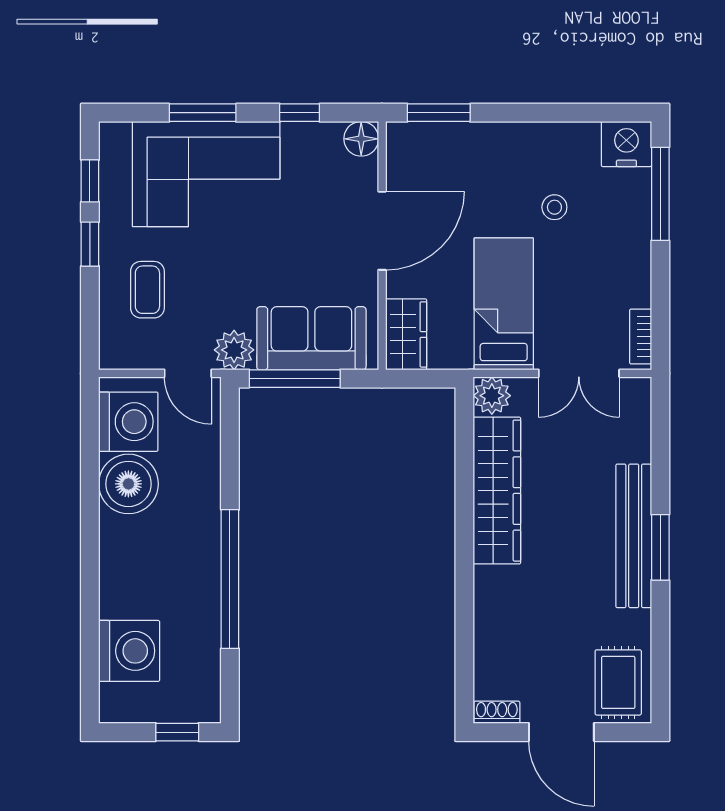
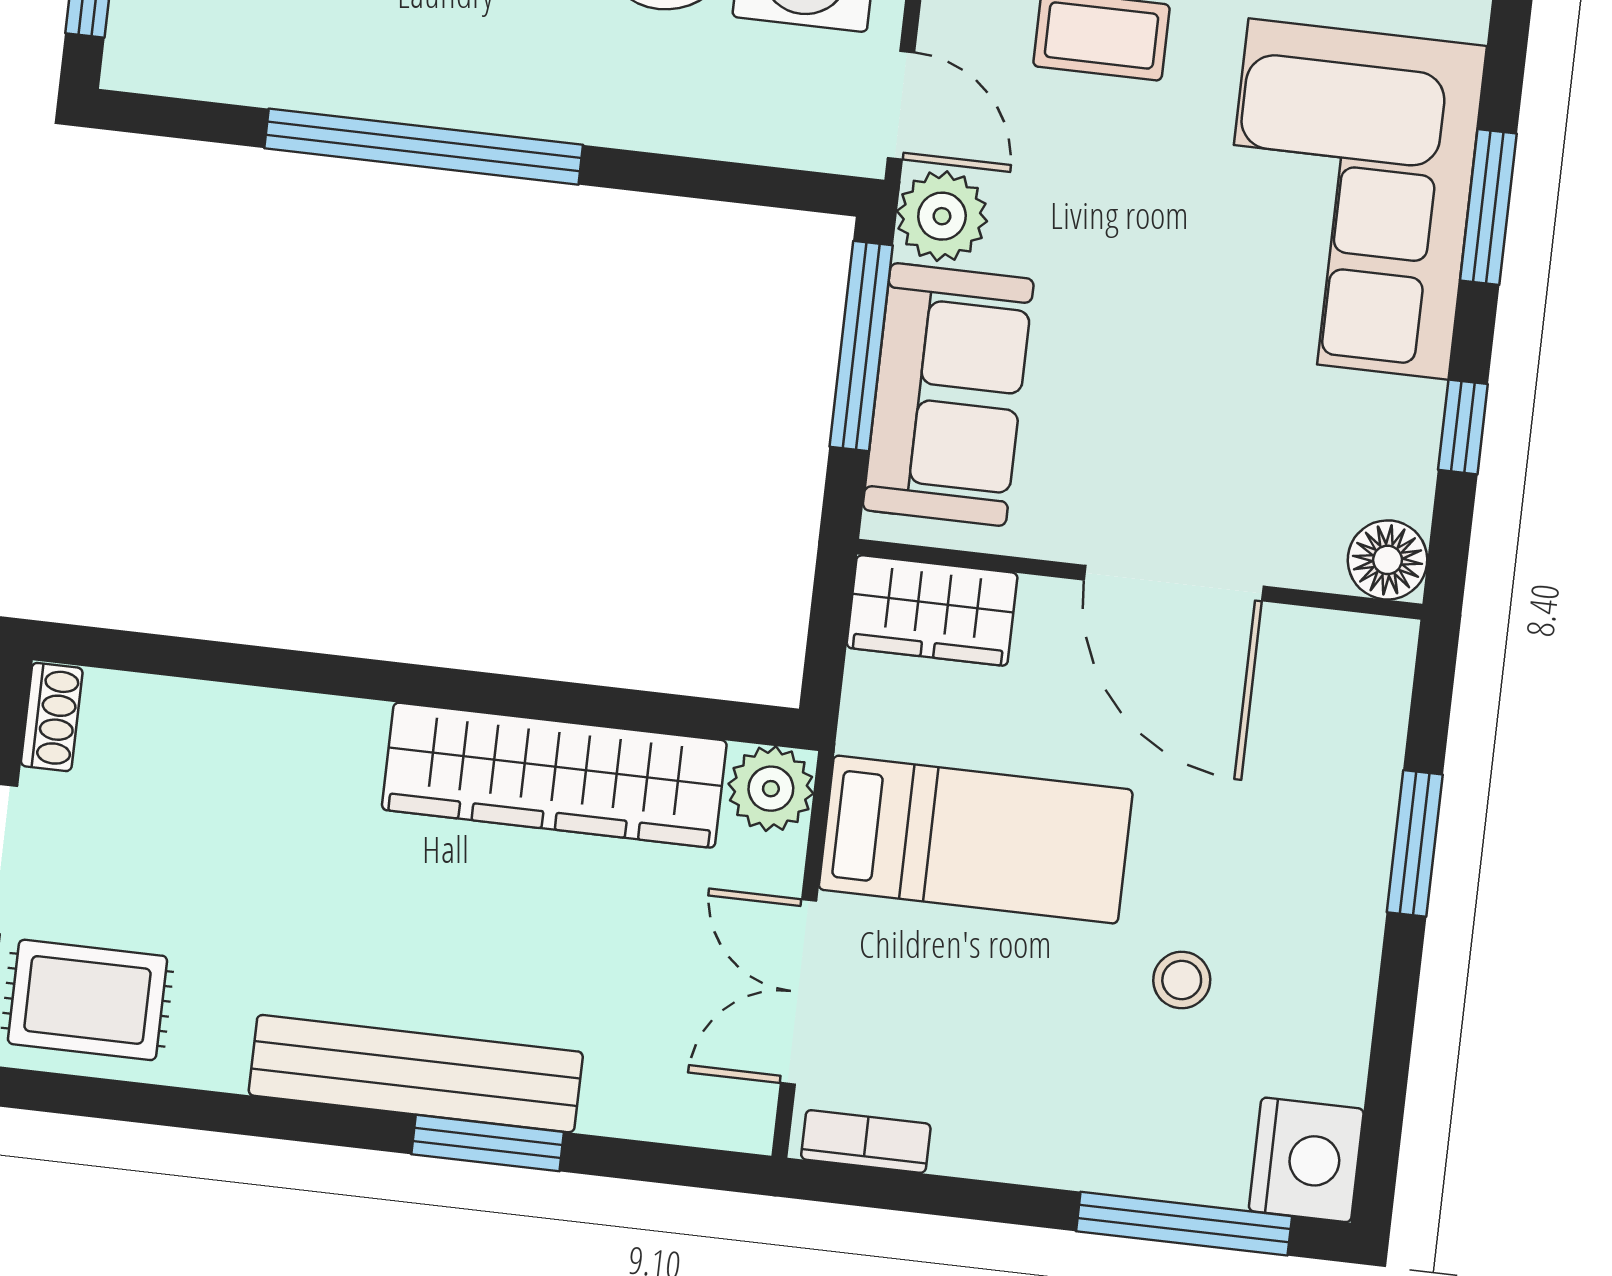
window: (439, 113) -> (1415, 843), moved
door: (188, 373) -> (901, 105), swing flipped
window: (660, 547) -> (488, 1143), moved

